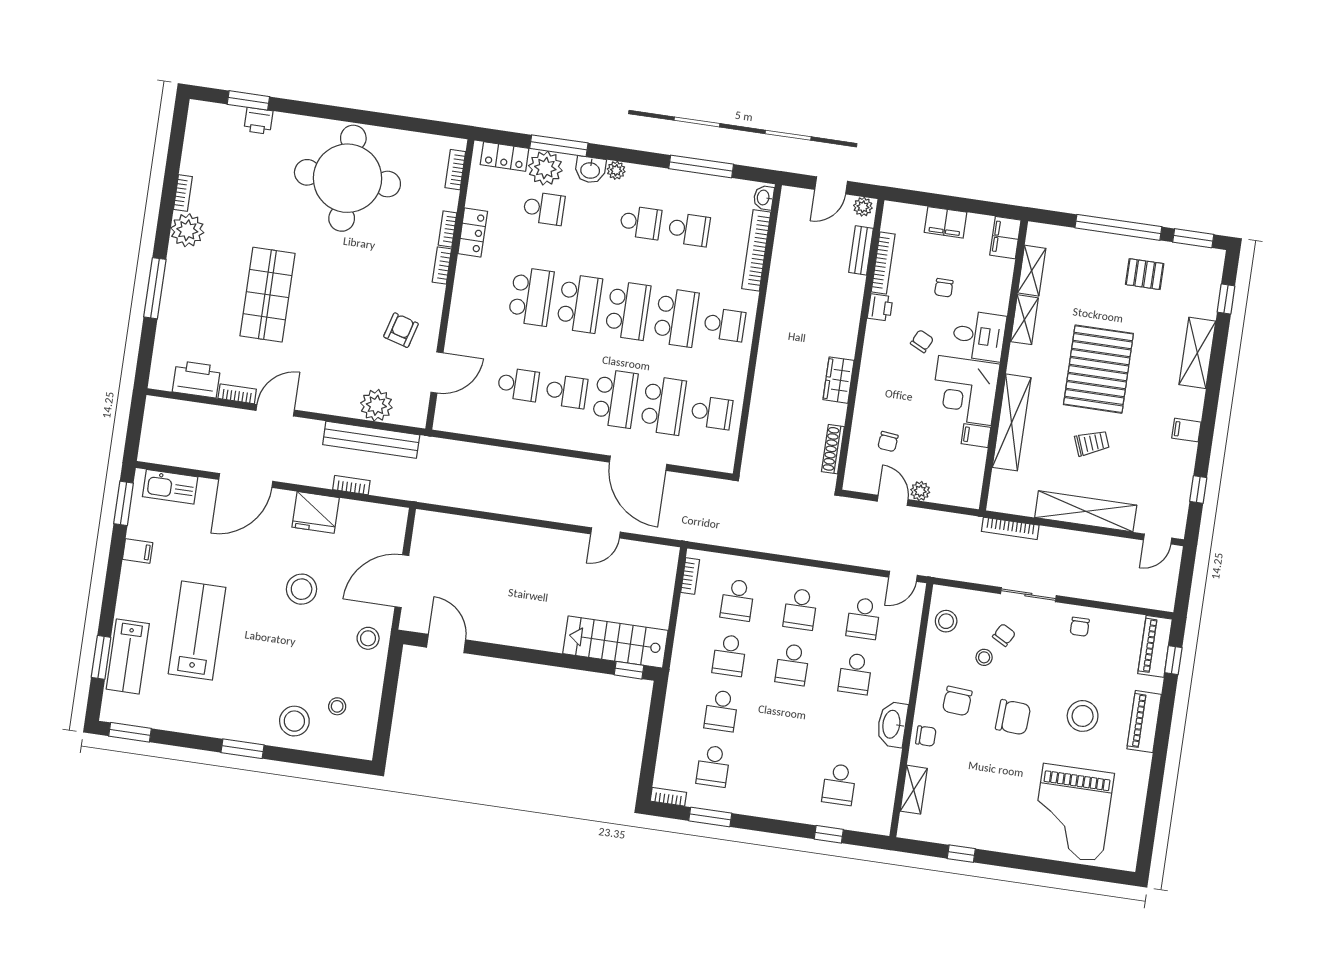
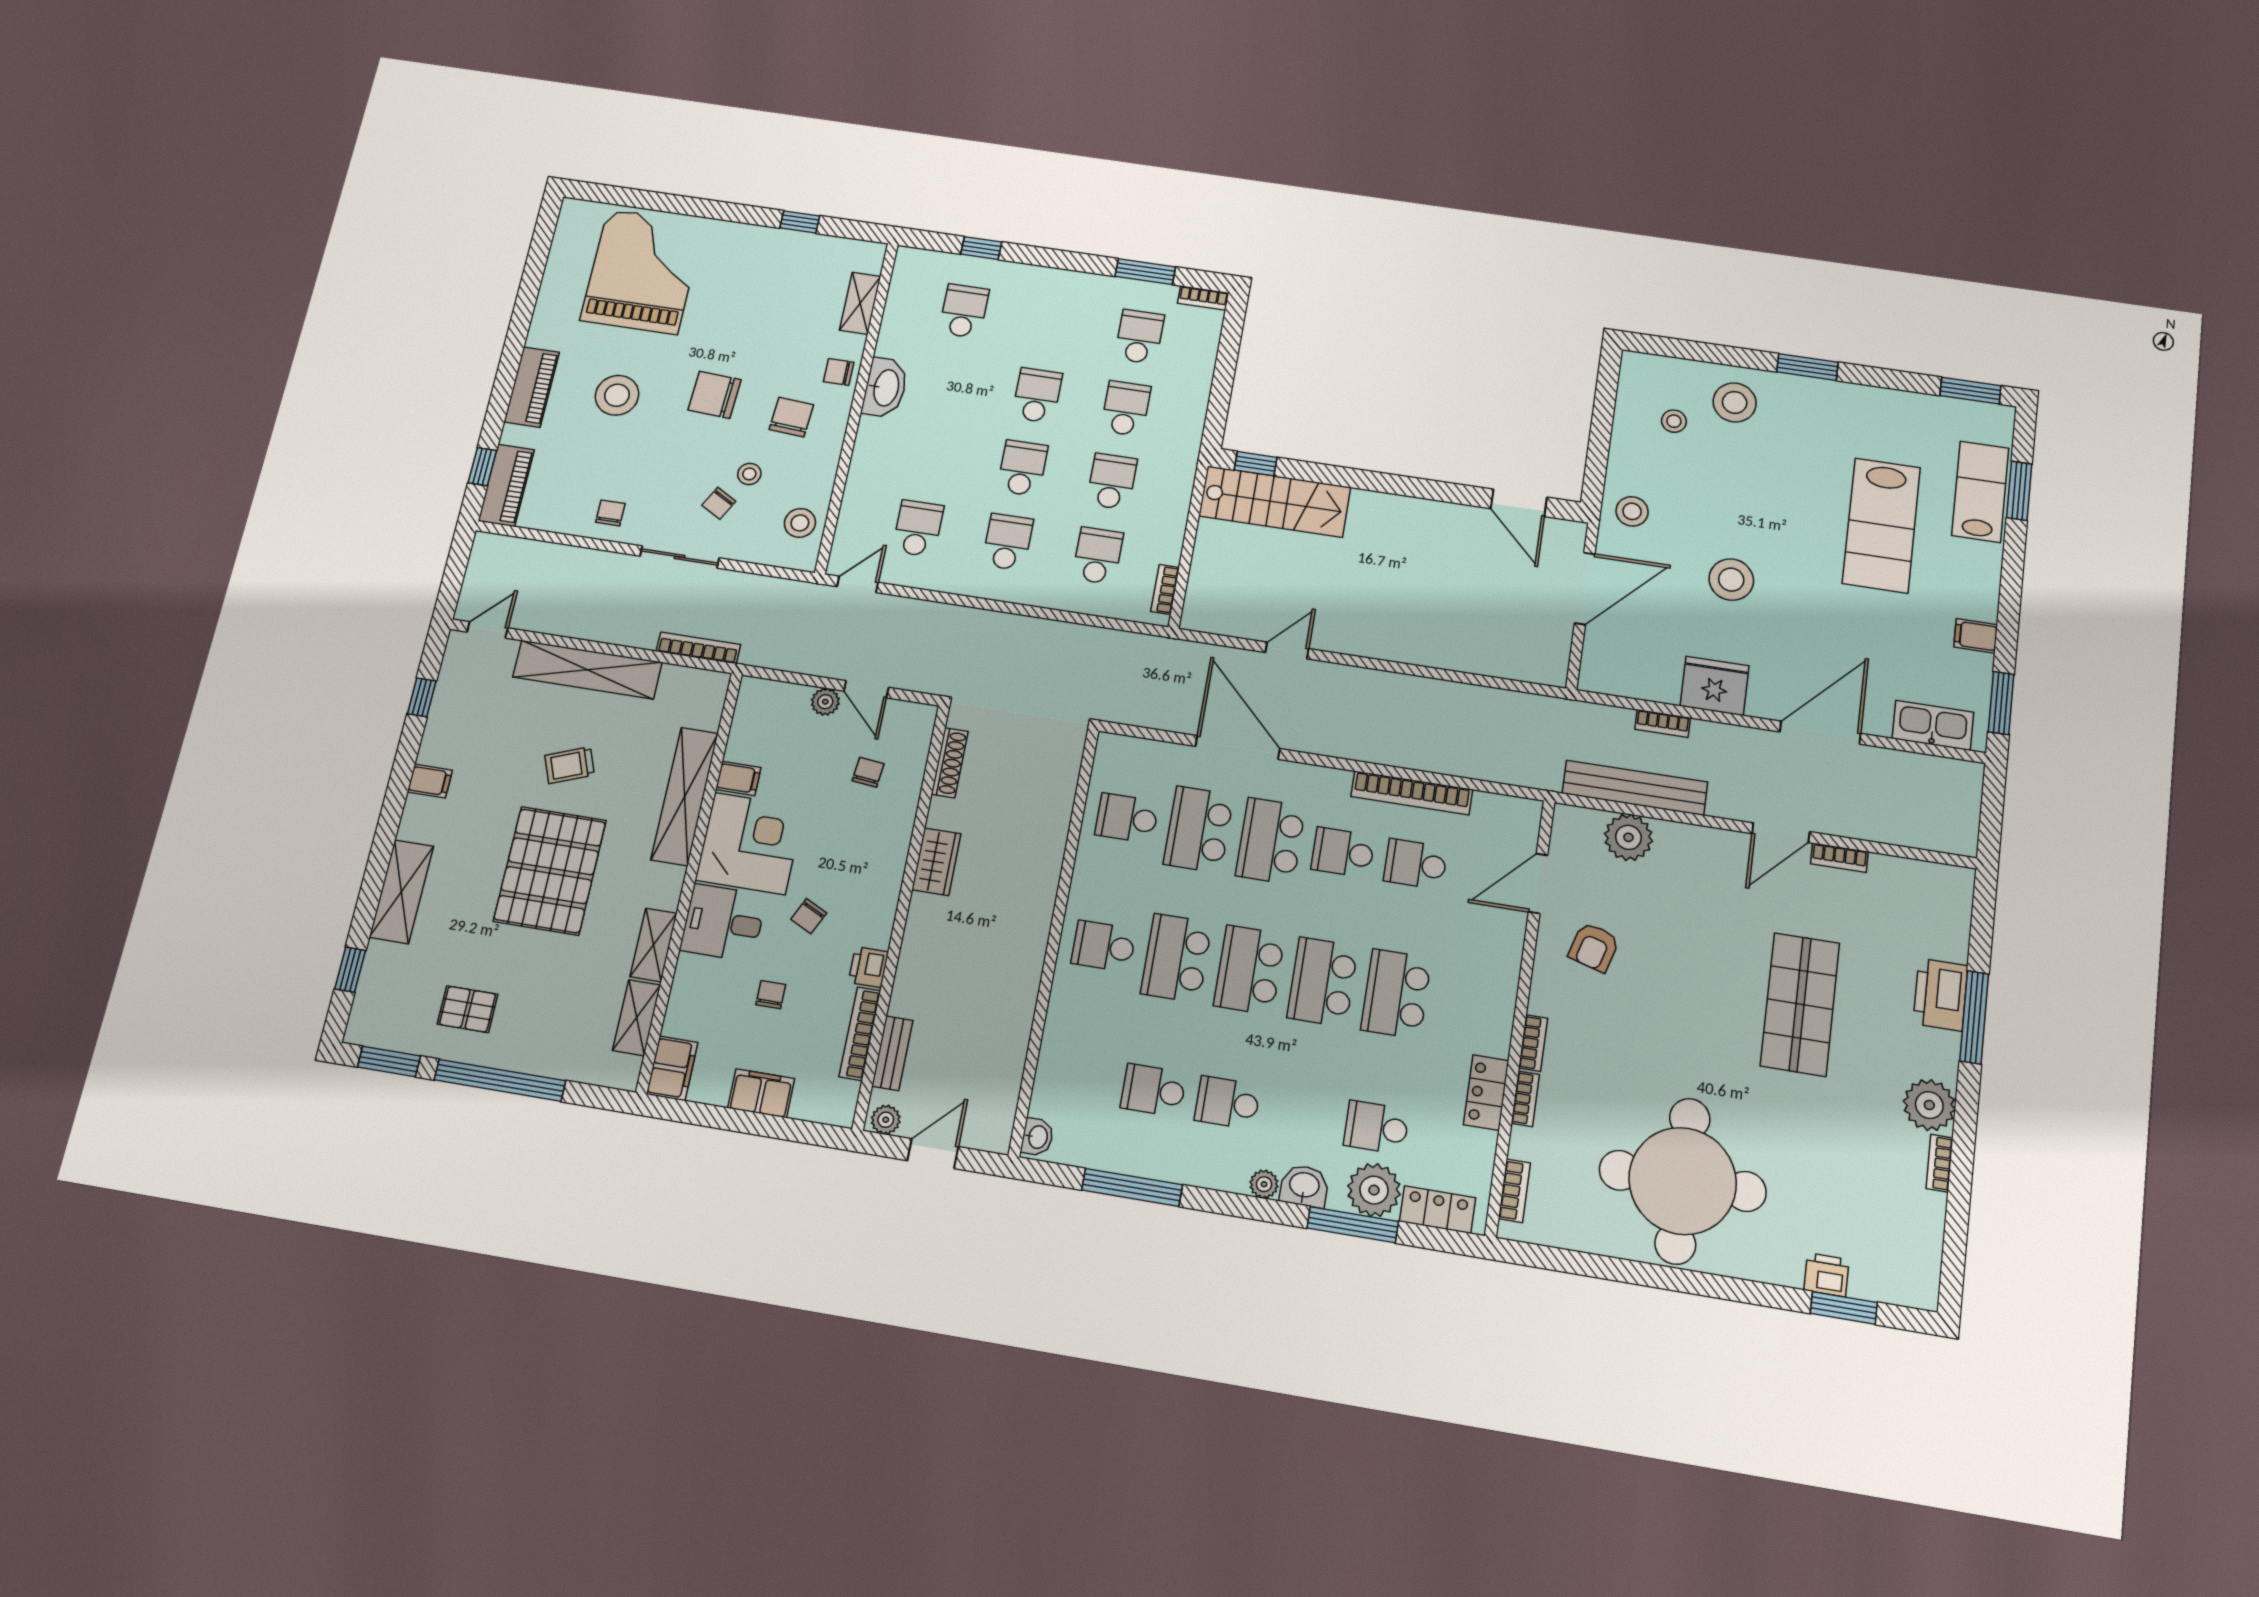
bookcase: (756, 250) -> (1412, 793), moved, turned 90
printer: (196, 379) -> (1941, 995), moved, turned 90
school desk: (855, 674) -> (1037, 395), moved

